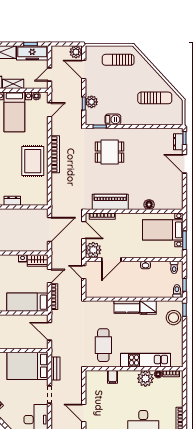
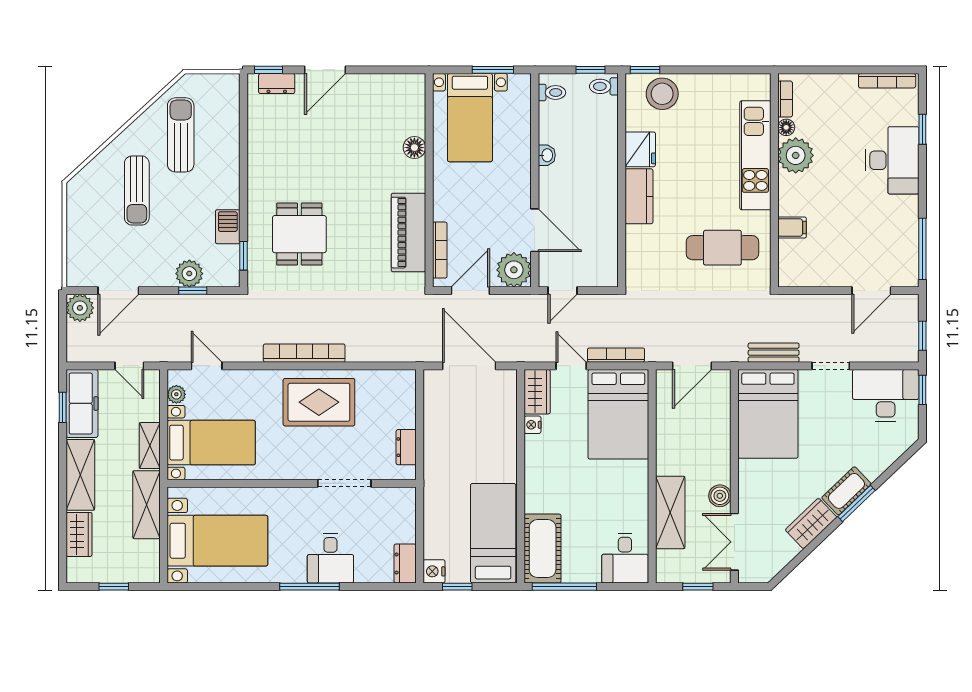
sun lounger: (118, 60) -> (137, 190), moved
bed: (27, 302) -> (618, 414), width x1.50

